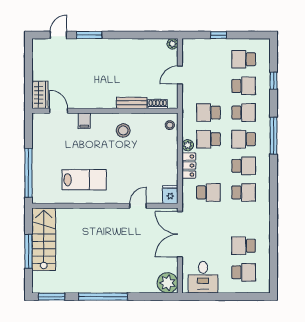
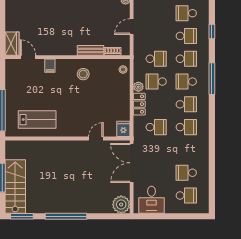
school desk: (208, 113) -> (156, 59), turned 180
lab bench: (84, 180) -> (37, 120), moved
stairs: (44, 239) -> (15, 186), moved

